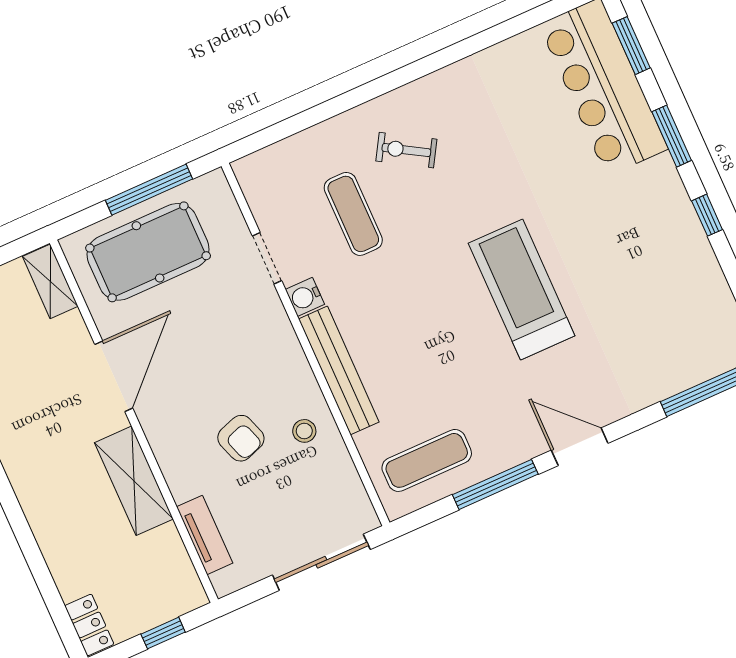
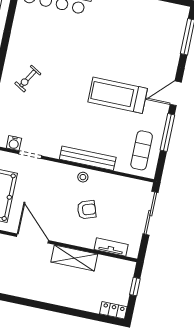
exercise mat: (353, 214) -> (37, 113), removed
treadmill: (522, 289) -> (118, 95), moved
water cooler: (305, 297) -> (14, 143), moved
stool: (304, 431) -> (83, 177), moved

